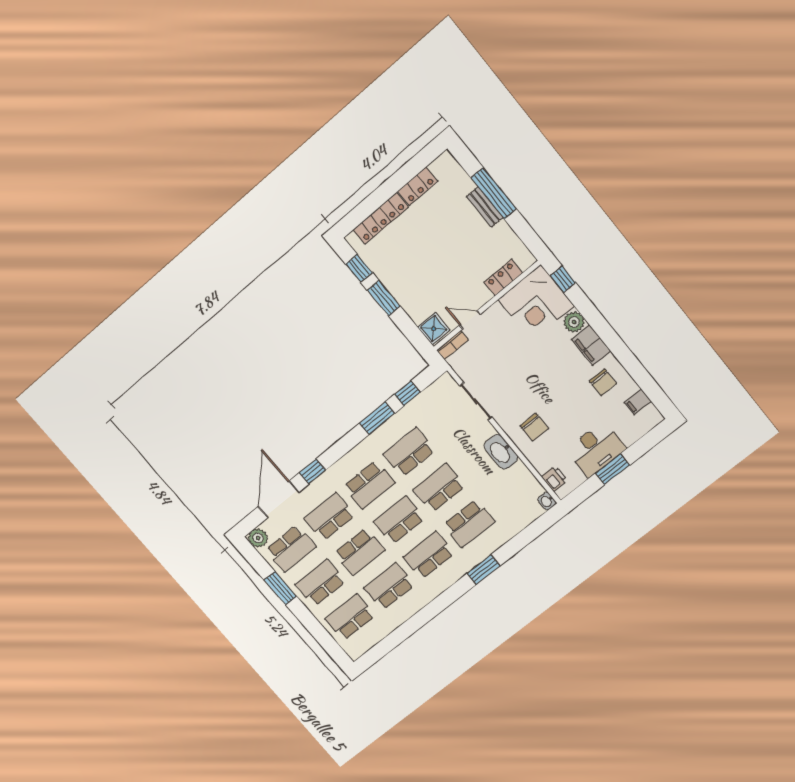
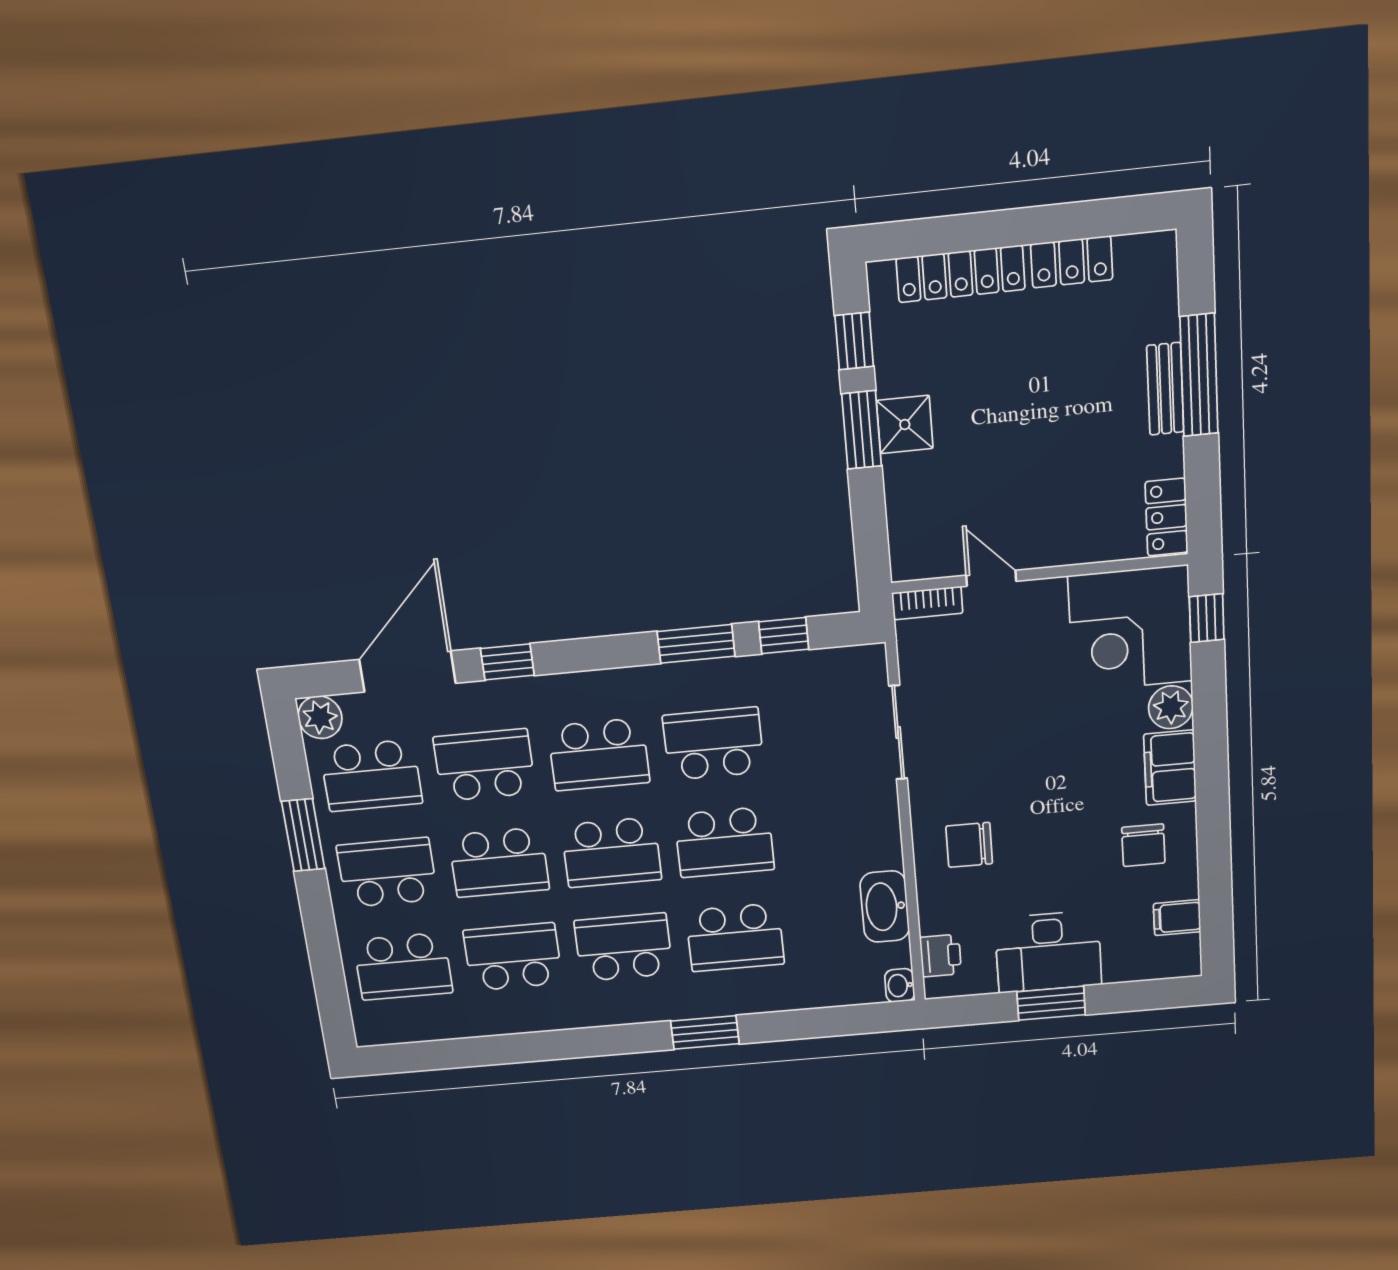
locker: (503, 278) -> (1166, 517), moved, turned -90
shower: (434, 329) -> (905, 425), moved
chair: (534, 427) -> (969, 845), turned 90
washbasin: (501, 452) -> (885, 907), moved
school desk: (439, 488) -> (724, 842), turned 180
school desk: (399, 520) -> (611, 852), turned 180
school desk: (350, 617) -> (403, 966), turned 180

